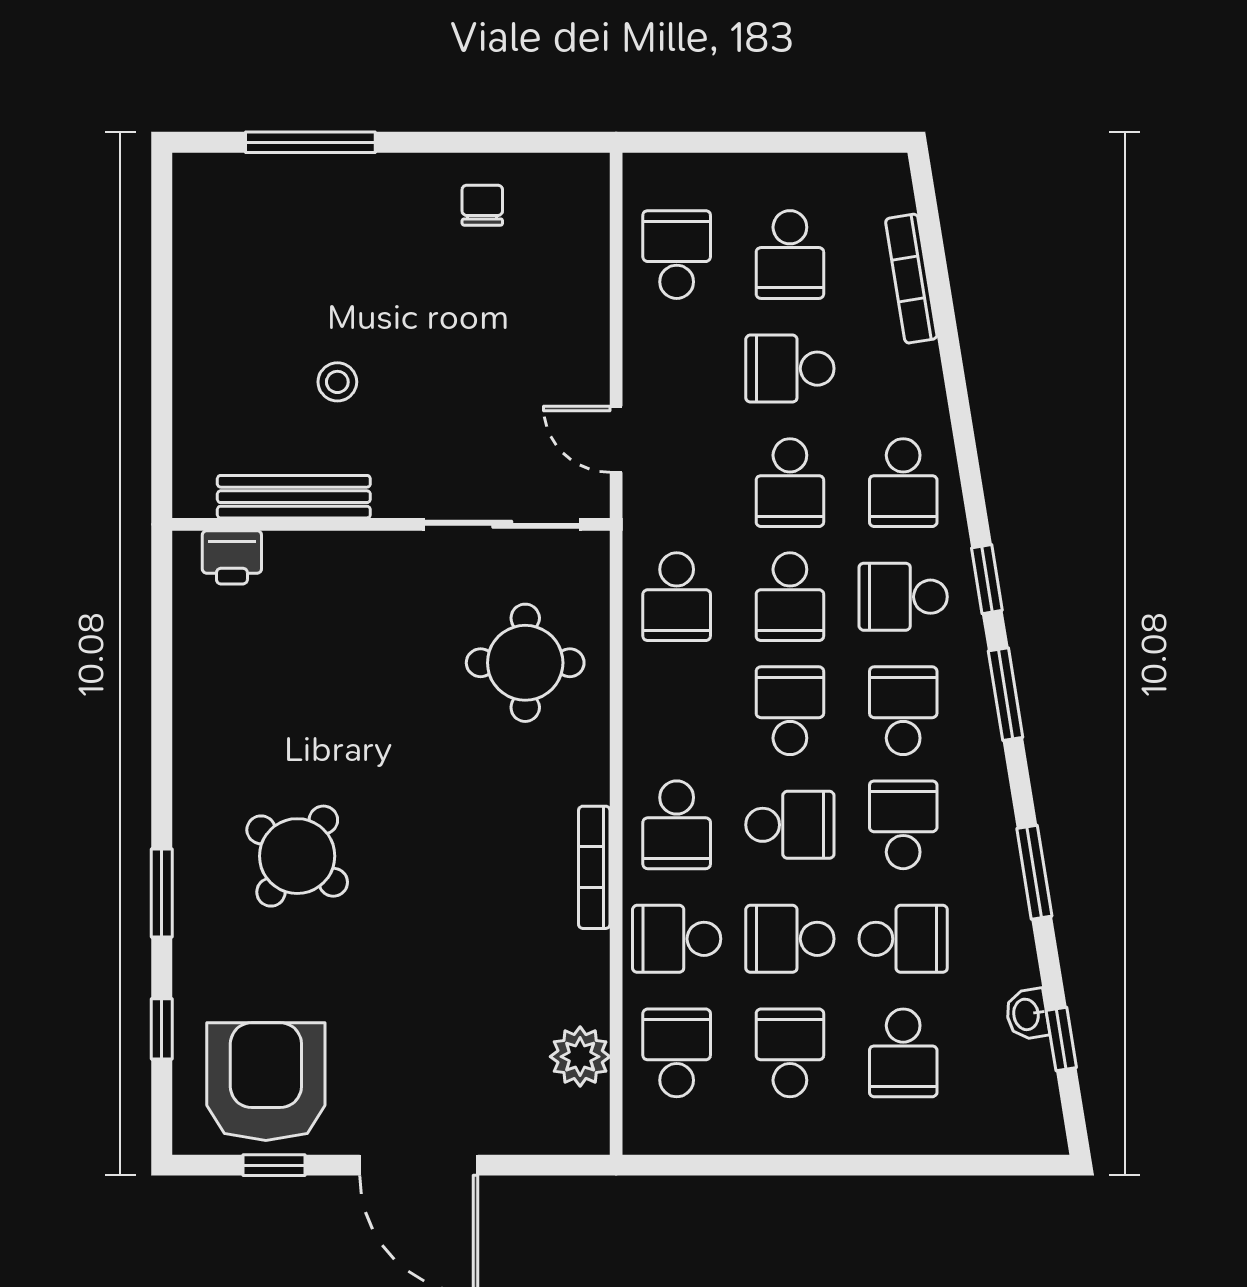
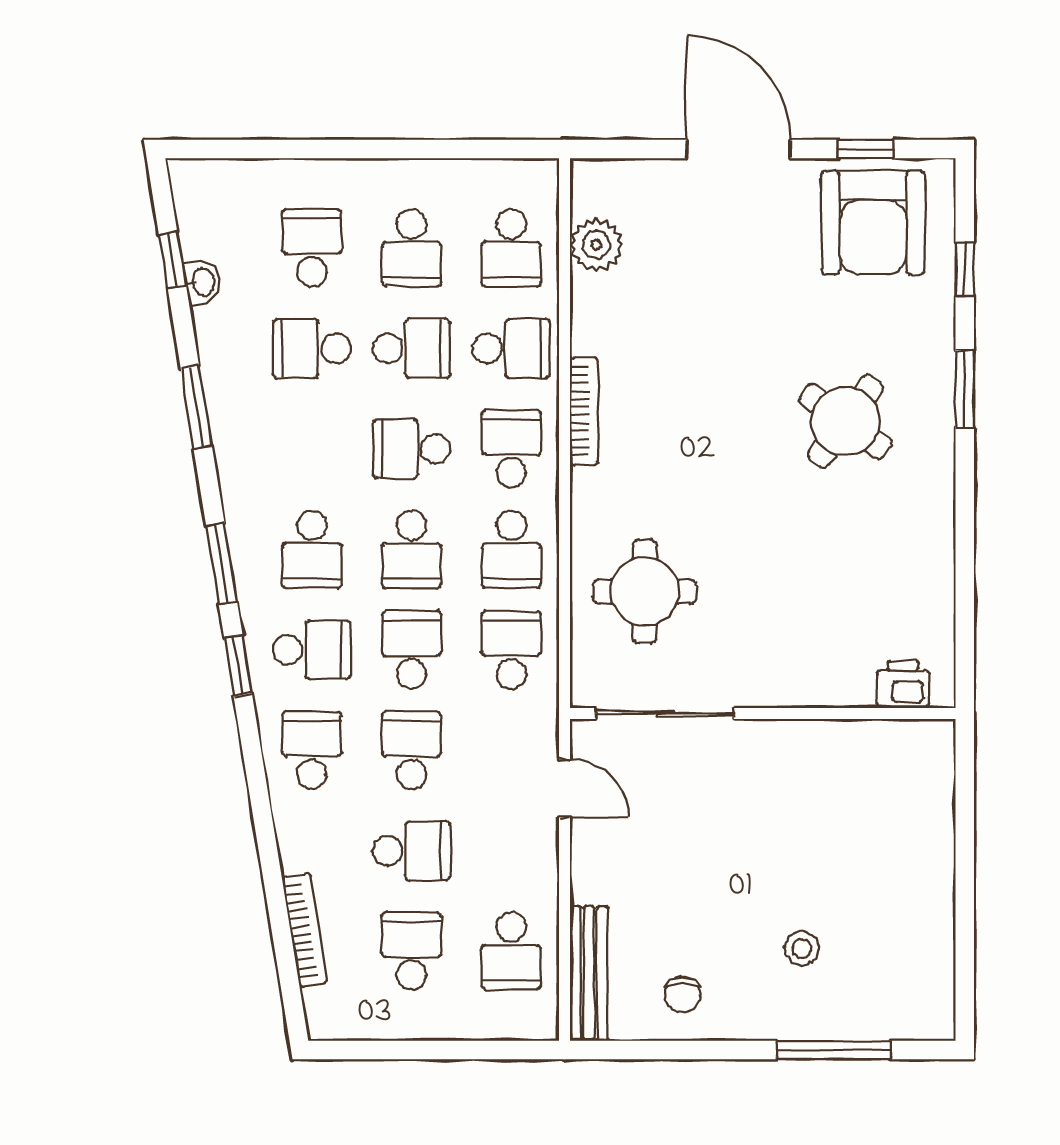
stool: (337, 382) -> (802, 948), moved
bench: (294, 497) -> (589, 974), moved, turned 90
school desk: (903, 825) -> (511, 549), moved

